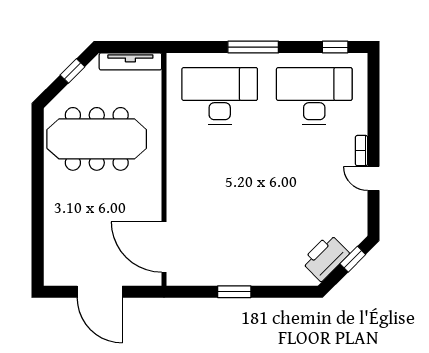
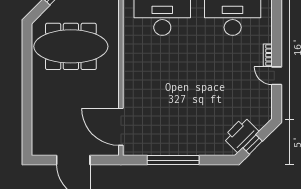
window: (353, 259) -> (253, 144), moved
window: (234, 292) -> (173, 160), width x2.11

